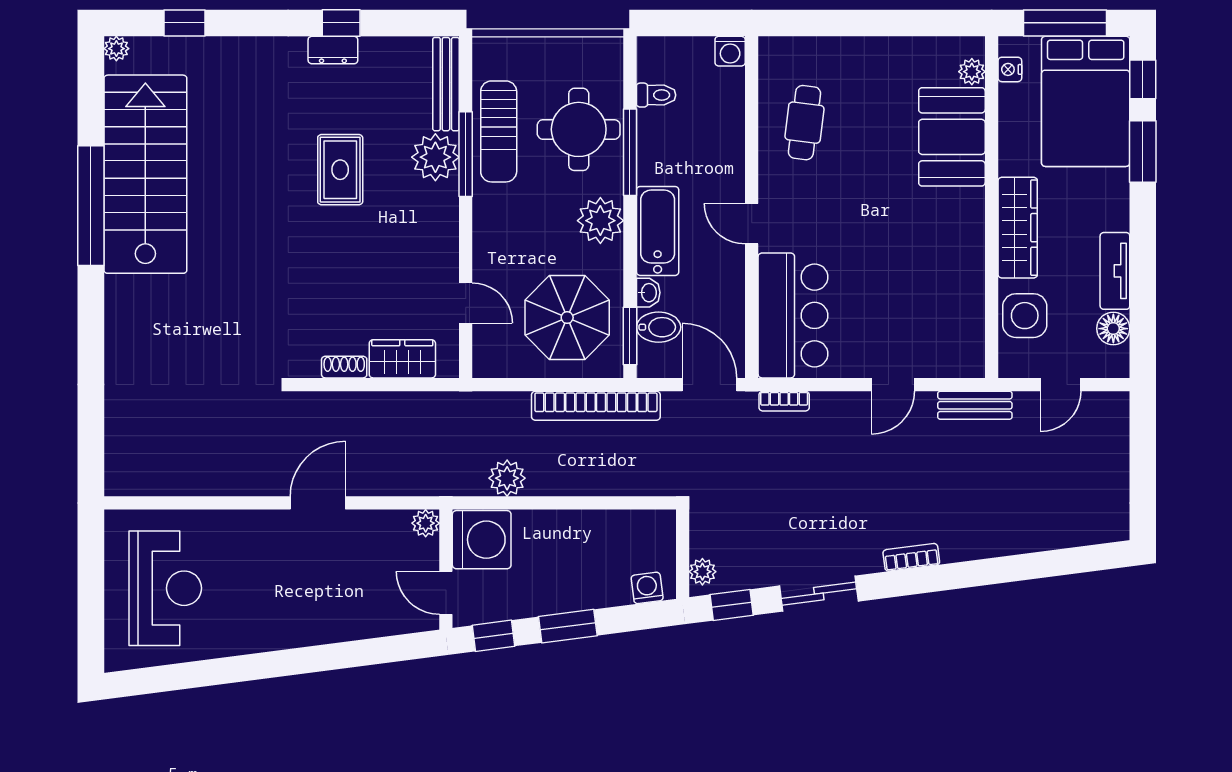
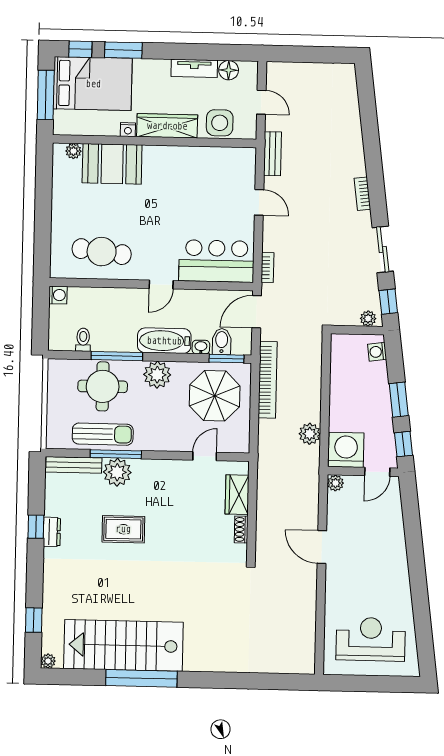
nightstand: (1010, 69) -> (128, 130), moved
cafe table: (804, 123) -> (102, 252), width x1.37, depth x1.35

